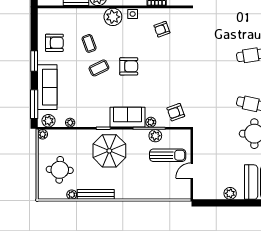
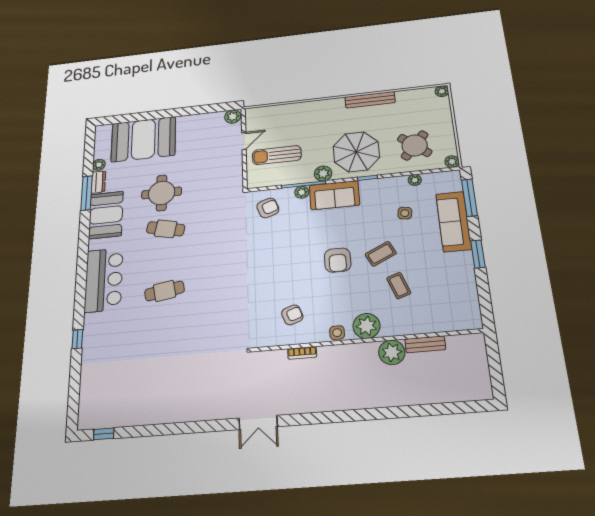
armchair: (54, 43) -> (451, 282), removed
armchair: (129, 66) -> (338, 260), turned -90
side table: (80, 97) -> (405, 213), added
plant: (48, 121) -> (446, 179), removed
plant: (155, 136) -> (323, 173), moved
round table: (60, 170) -> (415, 145), moved, turned 37
plant: (230, 193) -> (233, 117), moved
plant: (72, 195) -> (442, 91), moved

